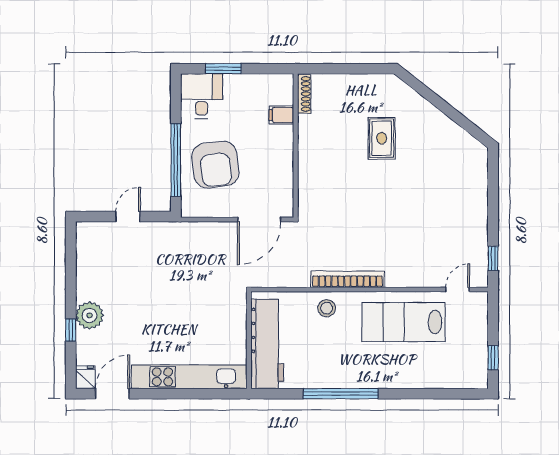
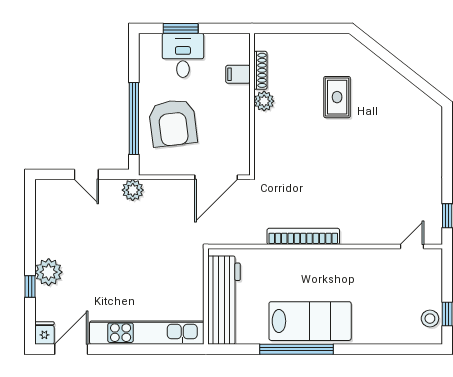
shoe rack: (304, 94) -> (260, 70), moved
desk: (202, 96) -> (183, 55), moved
plant: (308, 142) -> (264, 101), added
door: (128, 217) -> (86, 174), swing flipped
plant: (175, 232) -> (133, 190), added
stool: (327, 308) -> (430, 319), moved
lab bench: (403, 322) -> (310, 321), moved, turned 180

